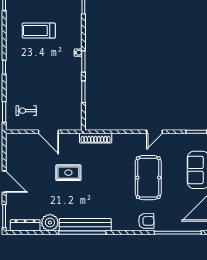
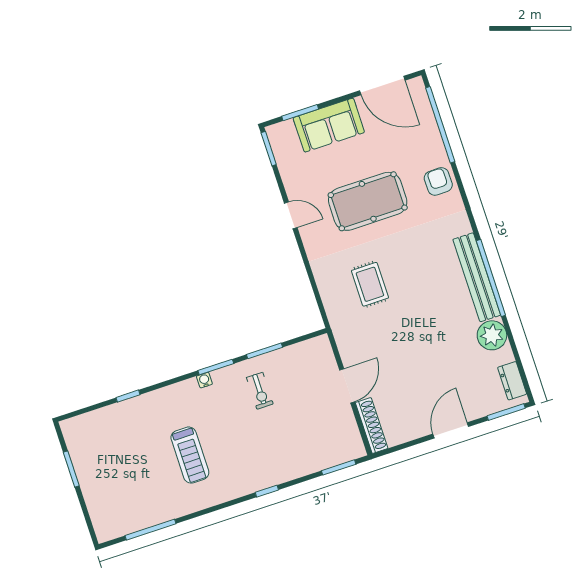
exercise bike: (26, 111) -> (260, 391), moved
shoe rack: (96, 138) -> (372, 425), moved
rug: (68, 173) -> (370, 284), moved
dresser: (25, 225) -> (512, 381), width x0.70

